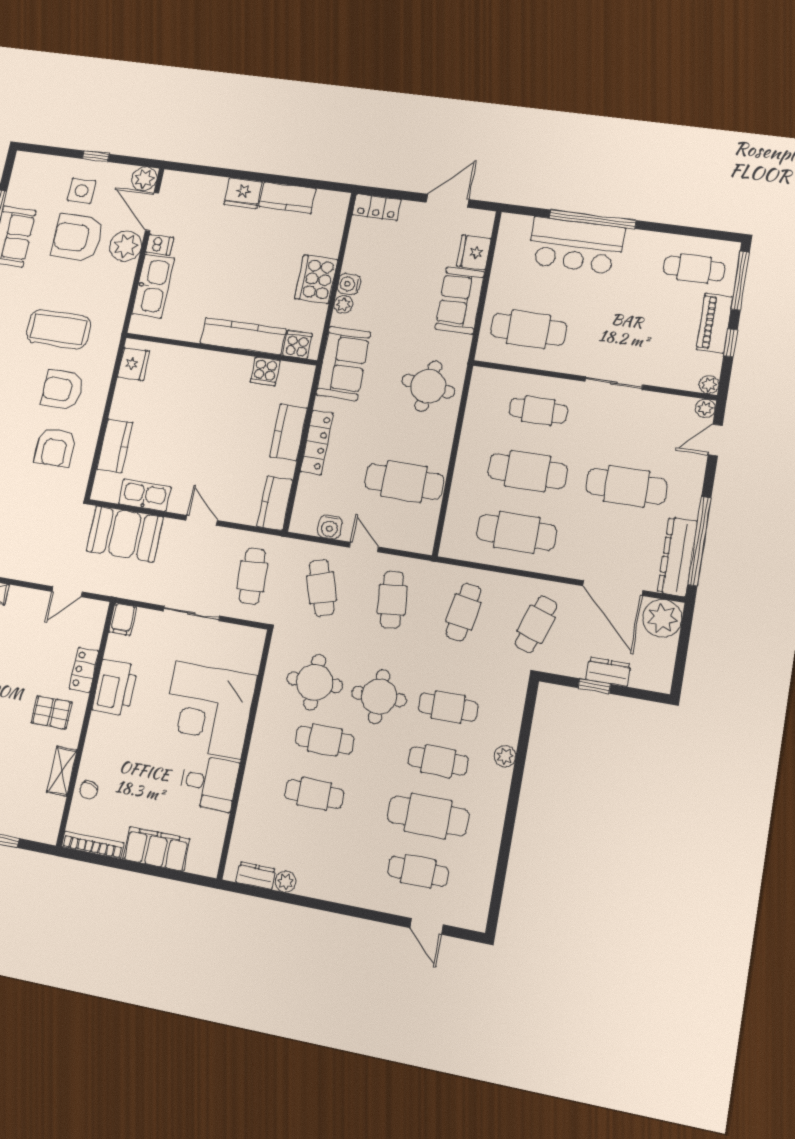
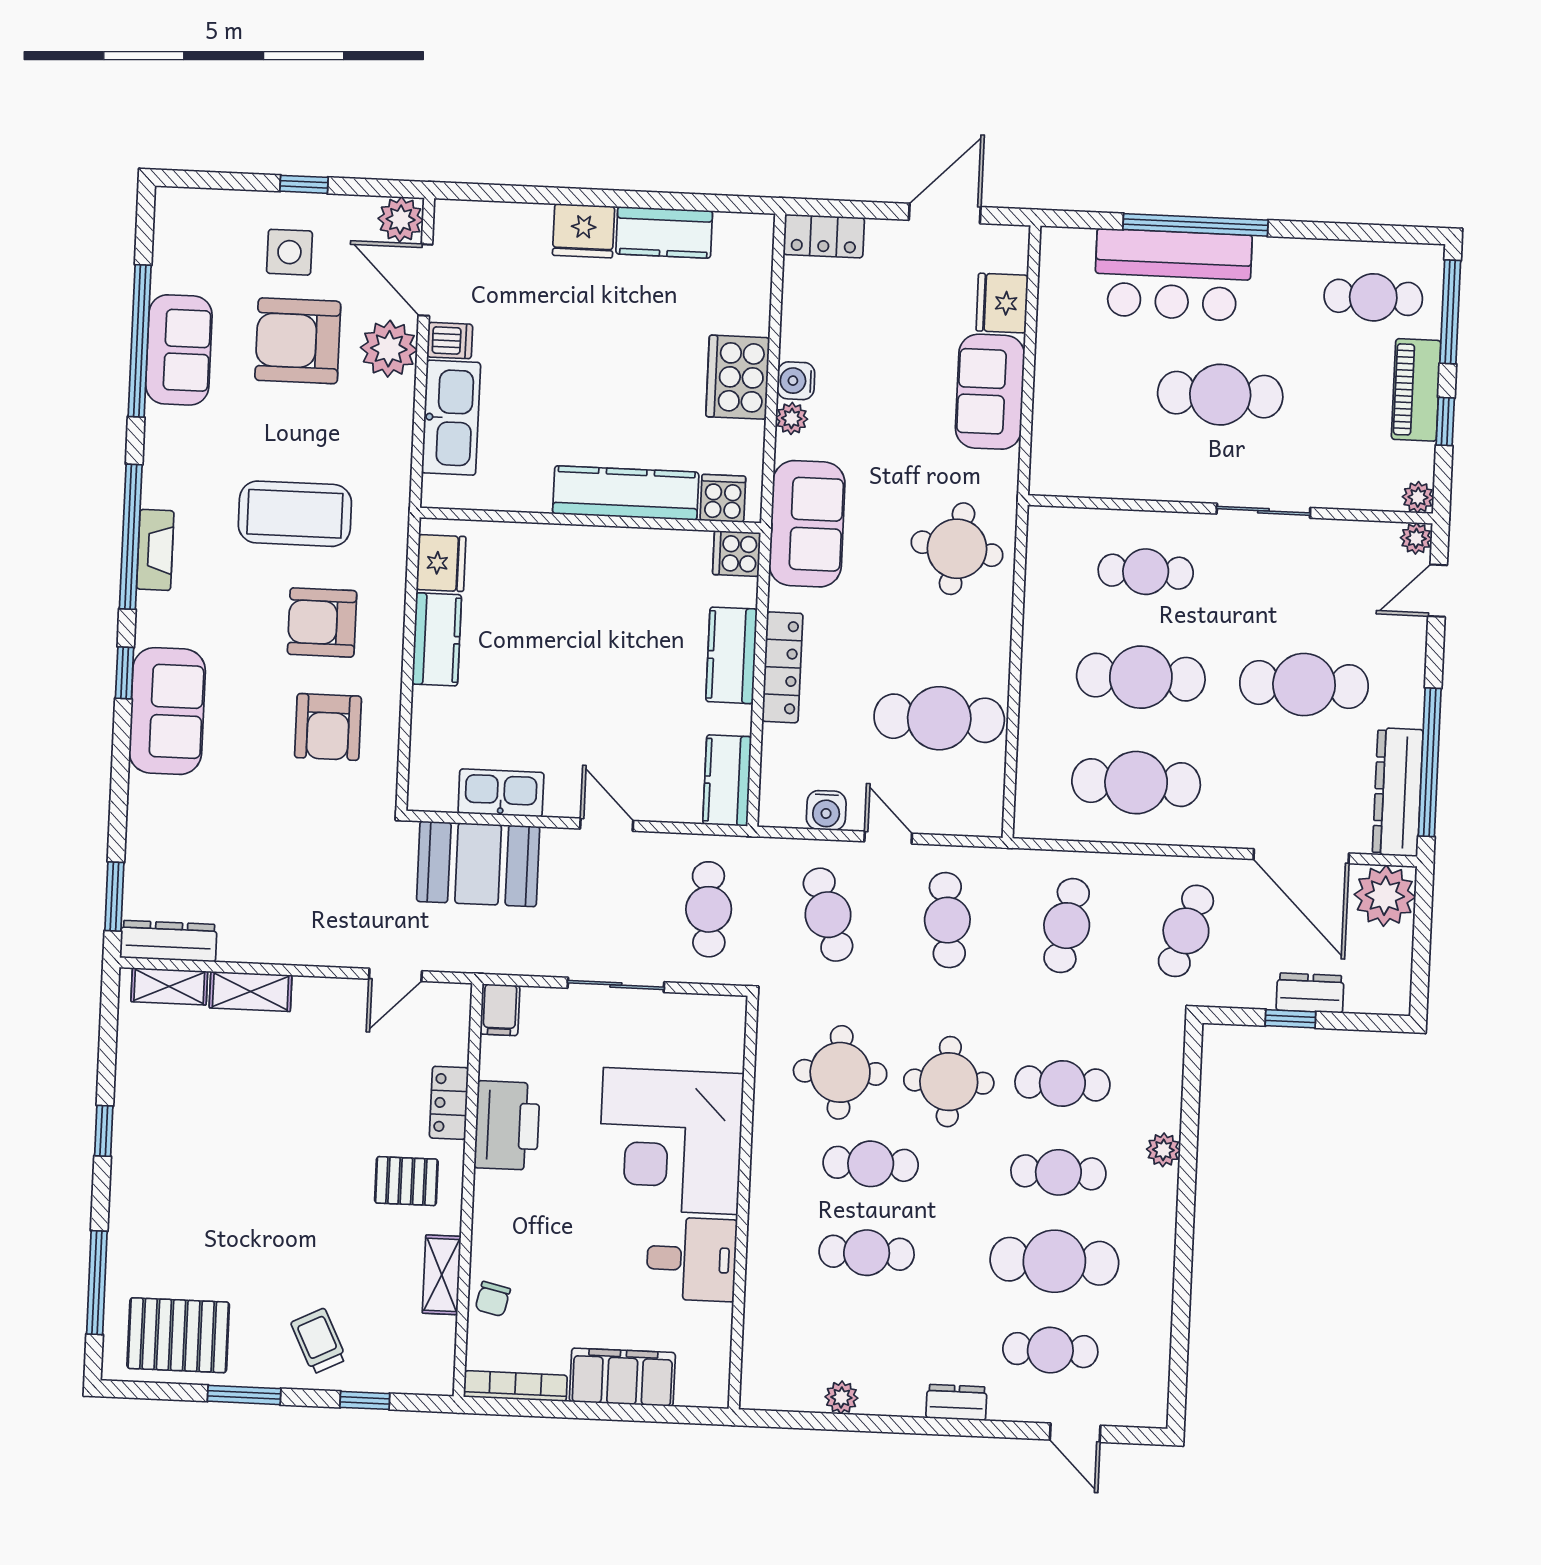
cafe table: (528, 329) -> (1220, 395), moved
cooker: (265, 371) -> (737, 554), moved, turned 90
kitchen counter: (115, 446) -> (437, 639), moved
dresser: (256, 875) -> (956, 1402), moved

